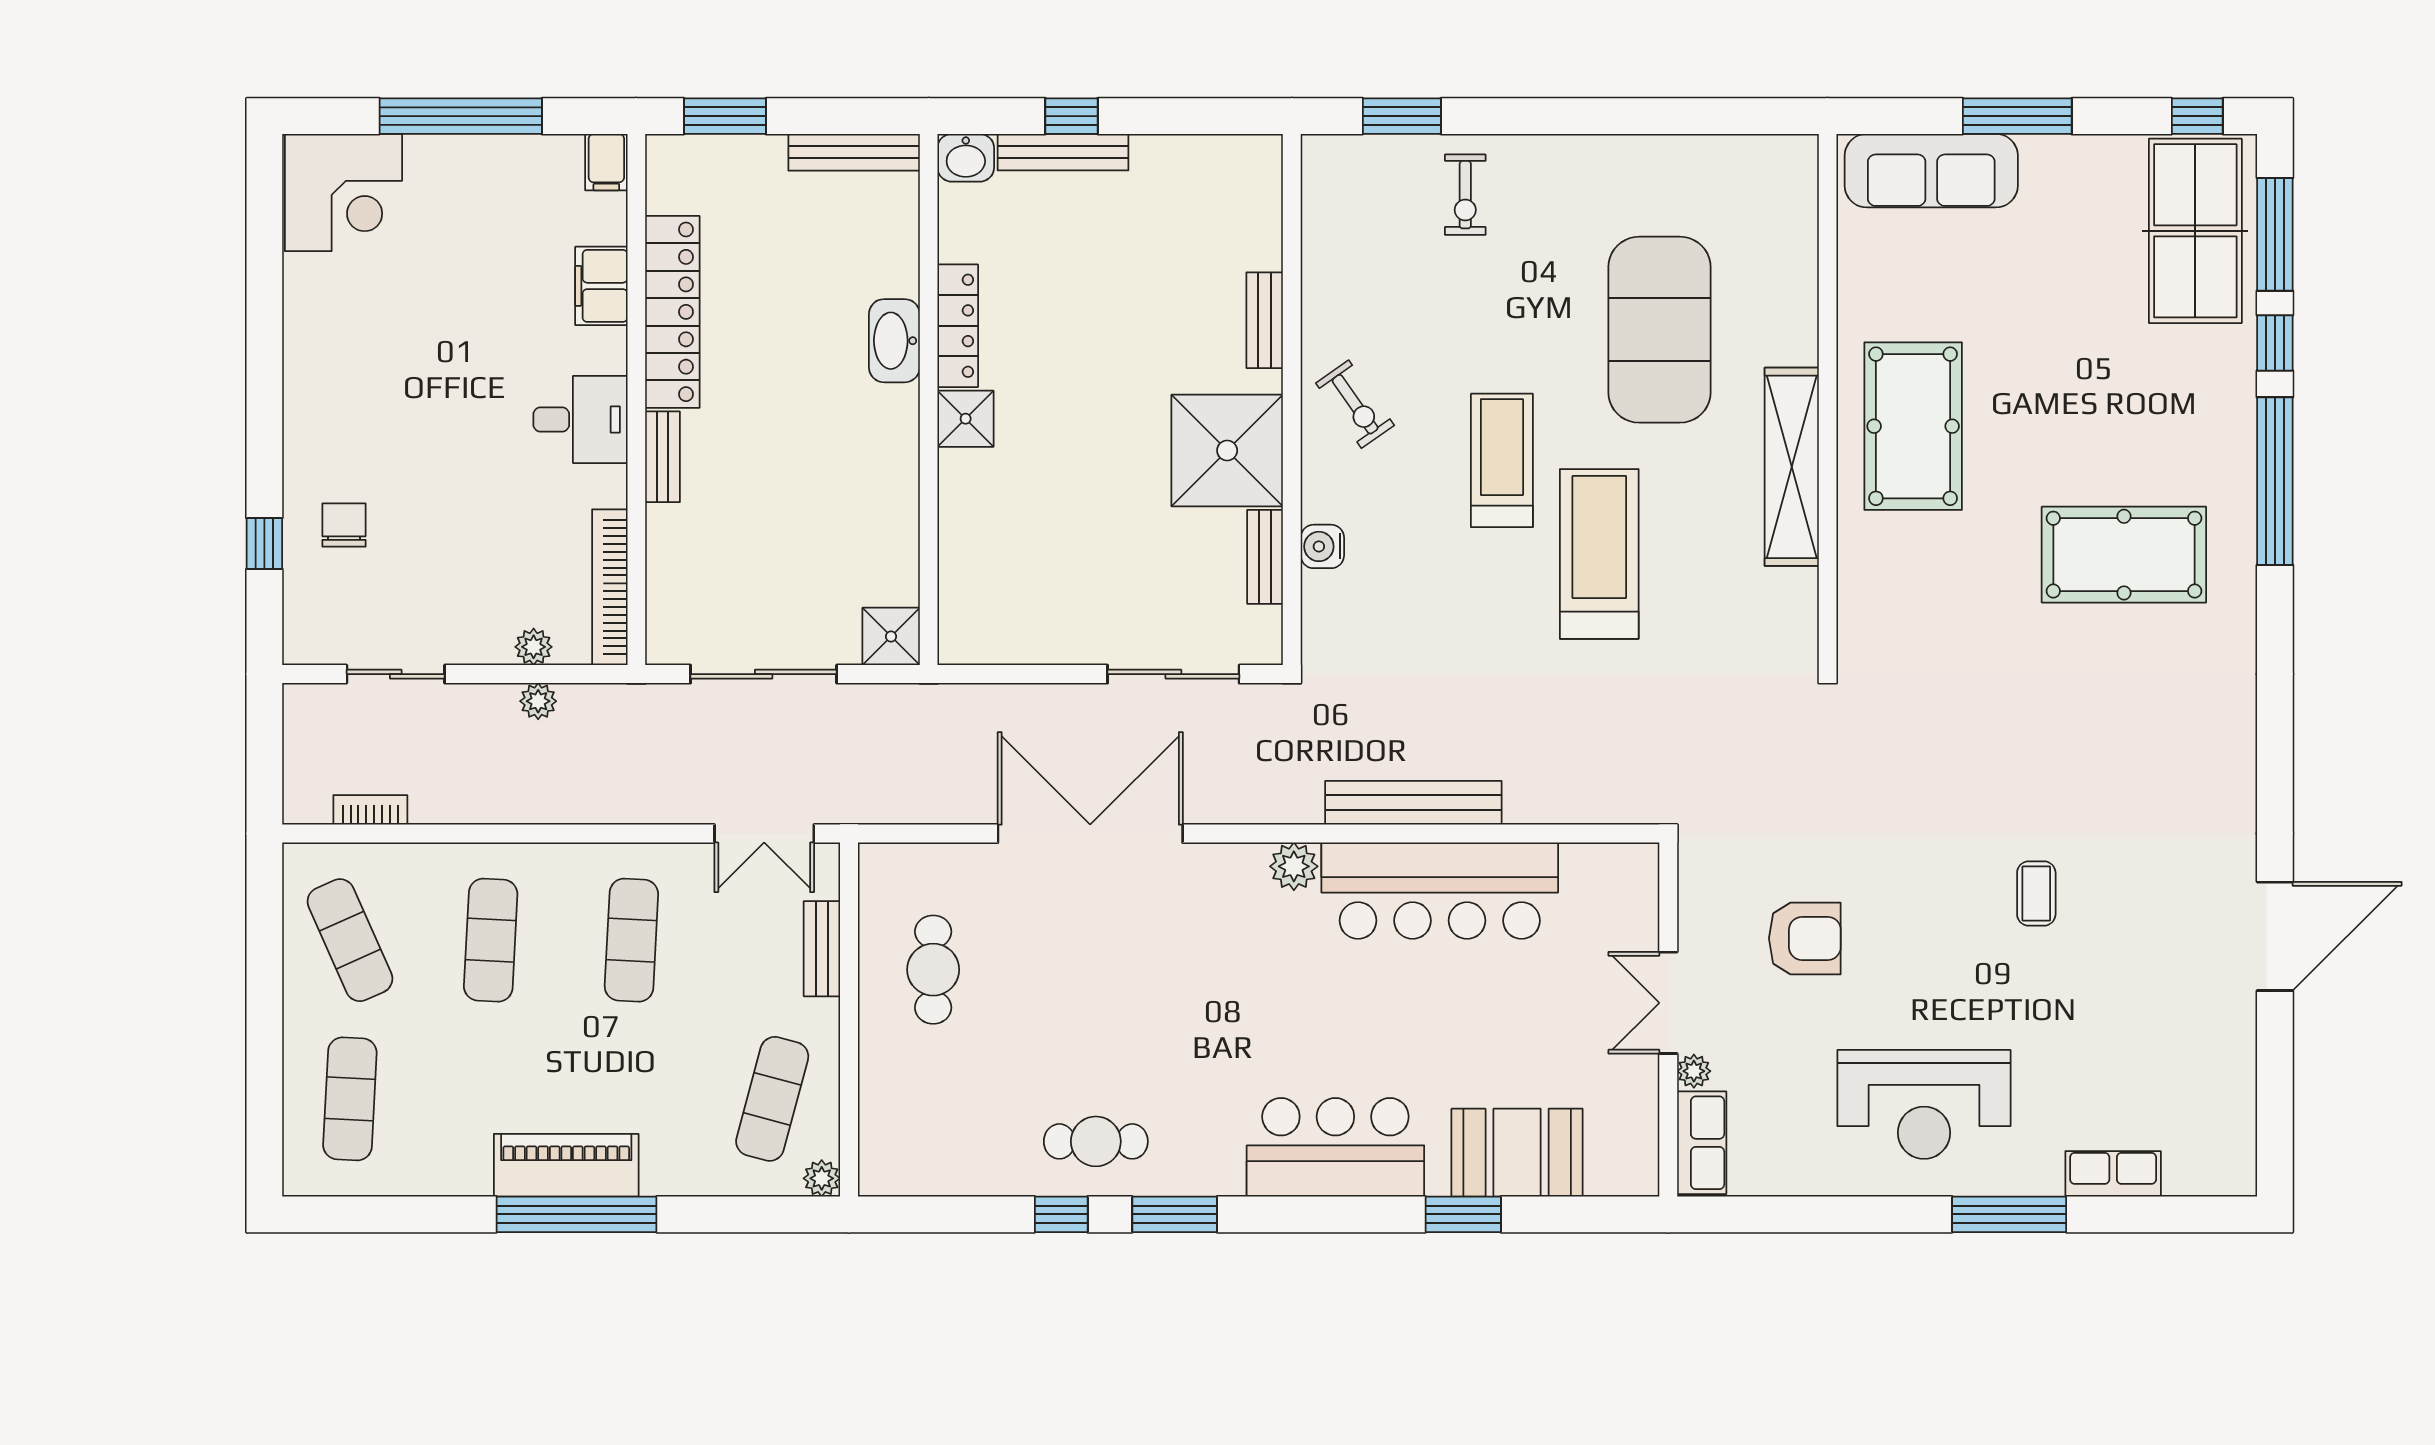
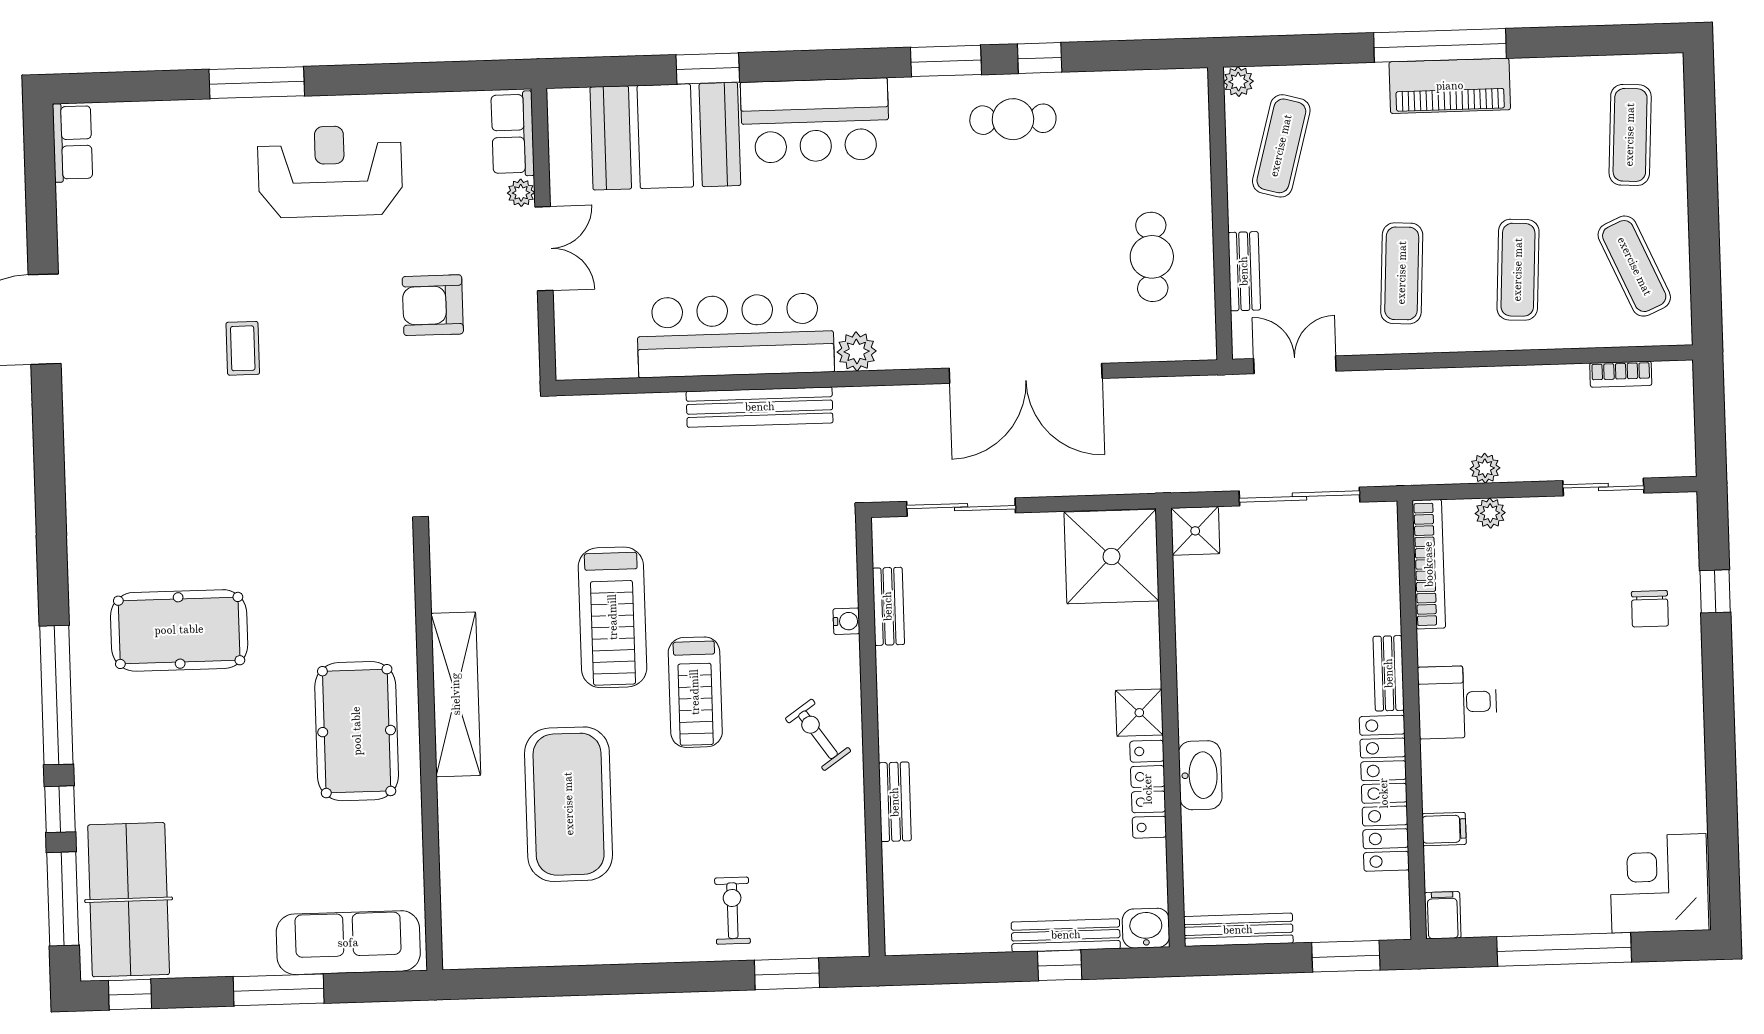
filing cabinet: (601, 286) -> (1444, 829), width x0.50
shower: (1227, 451) -> (1111, 557), moved
water cooler: (1322, 546) -> (846, 621), width x0.72, depth x0.72
booth: (1517, 1153) -> (665, 136), width x1.36, depth x1.42
row of seats: (2113, 1174) -> (73, 143), moved, turned -90

